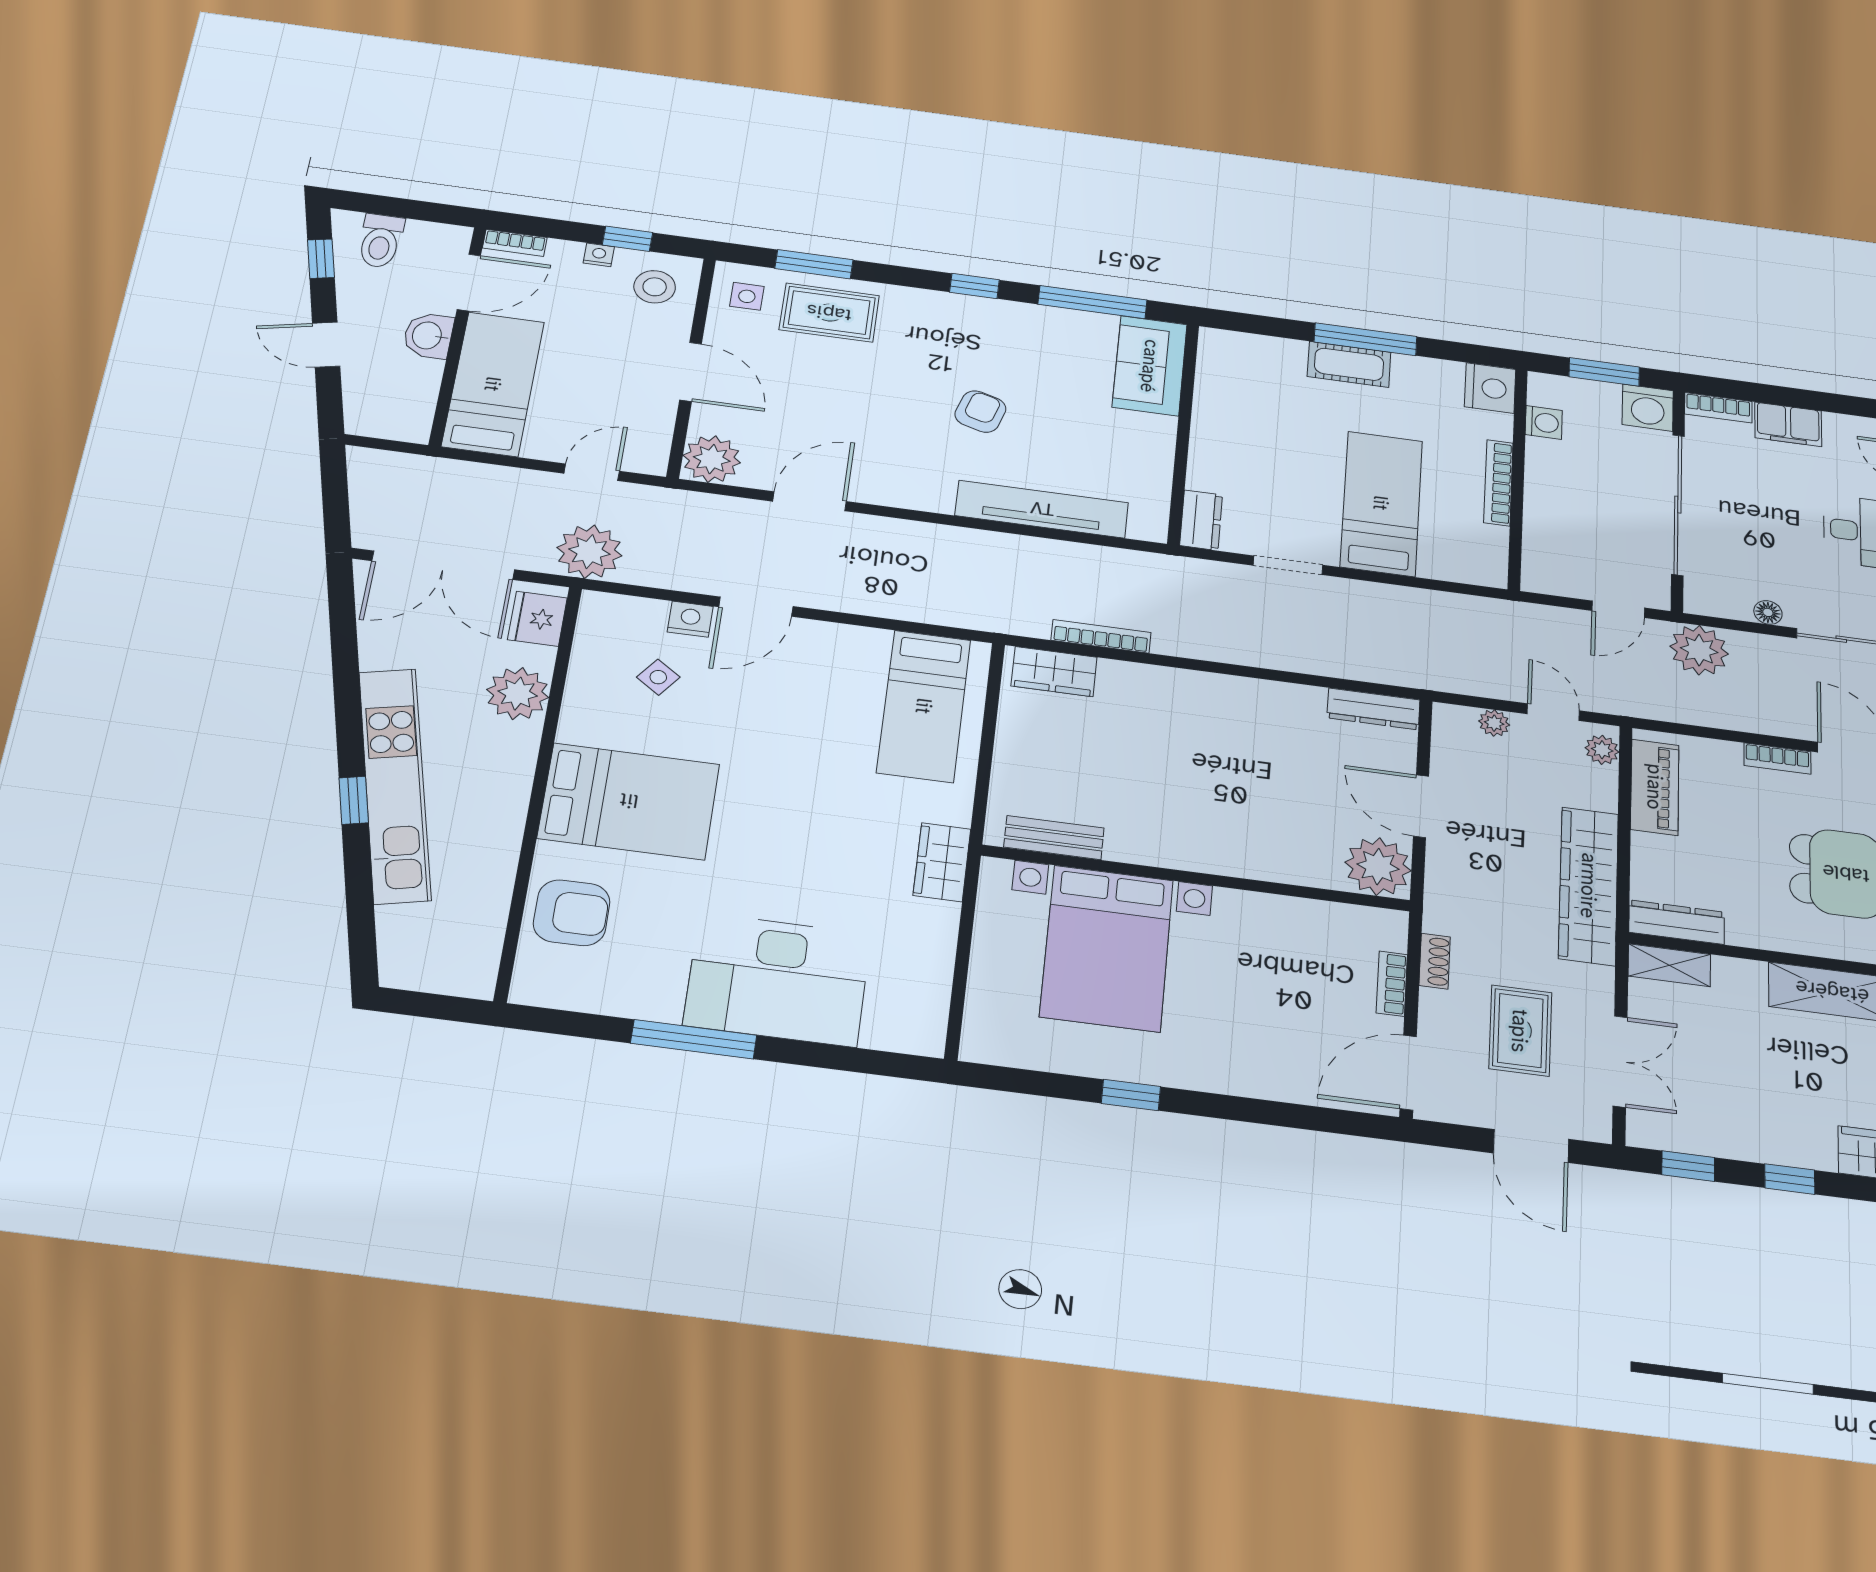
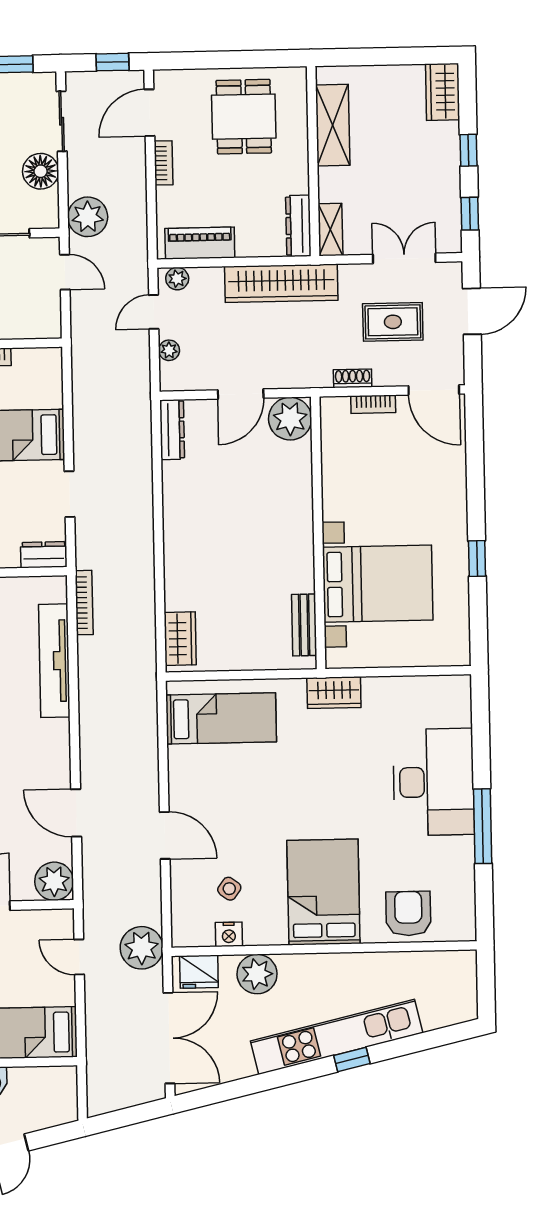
floor lamp: (1768, 612) -> (41, 171), width x1.89, depth x1.89
nightstand: (690, 619) -> (229, 934), moved, turned -90
bookcase: (1101, 636) -> (84, 603), moved, turned 180

